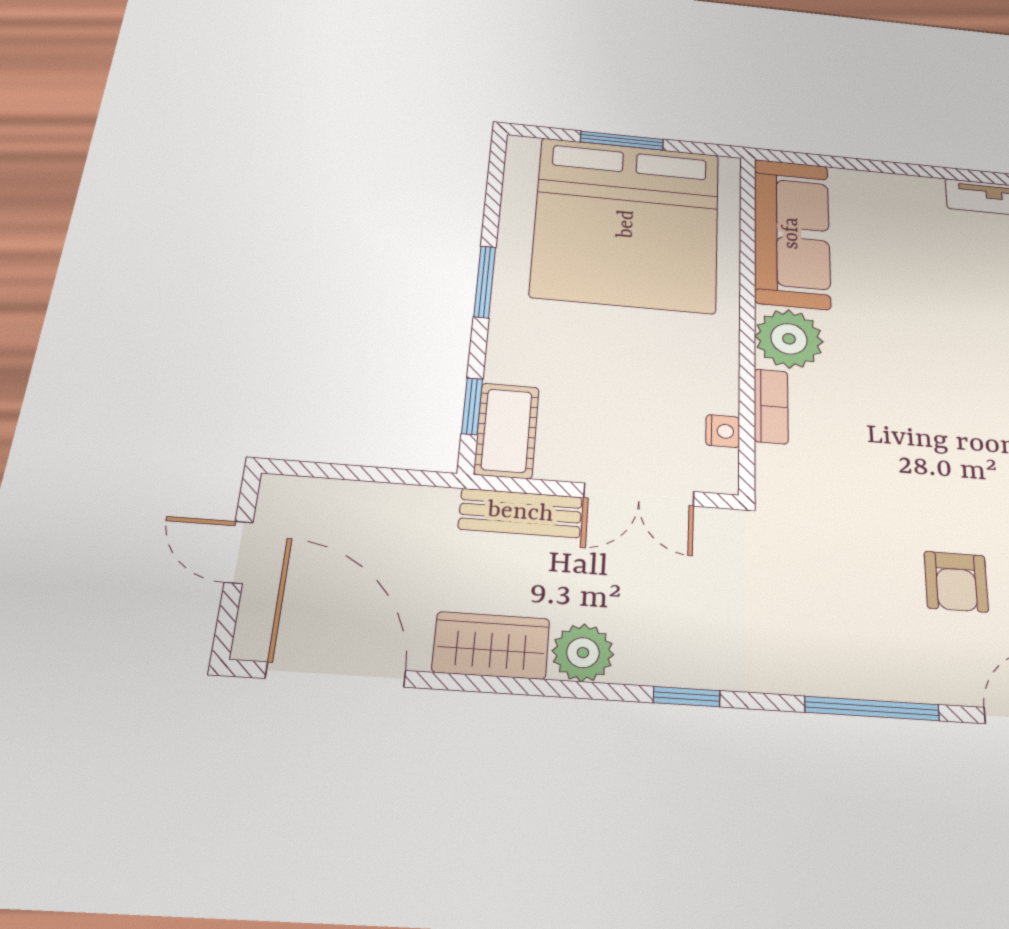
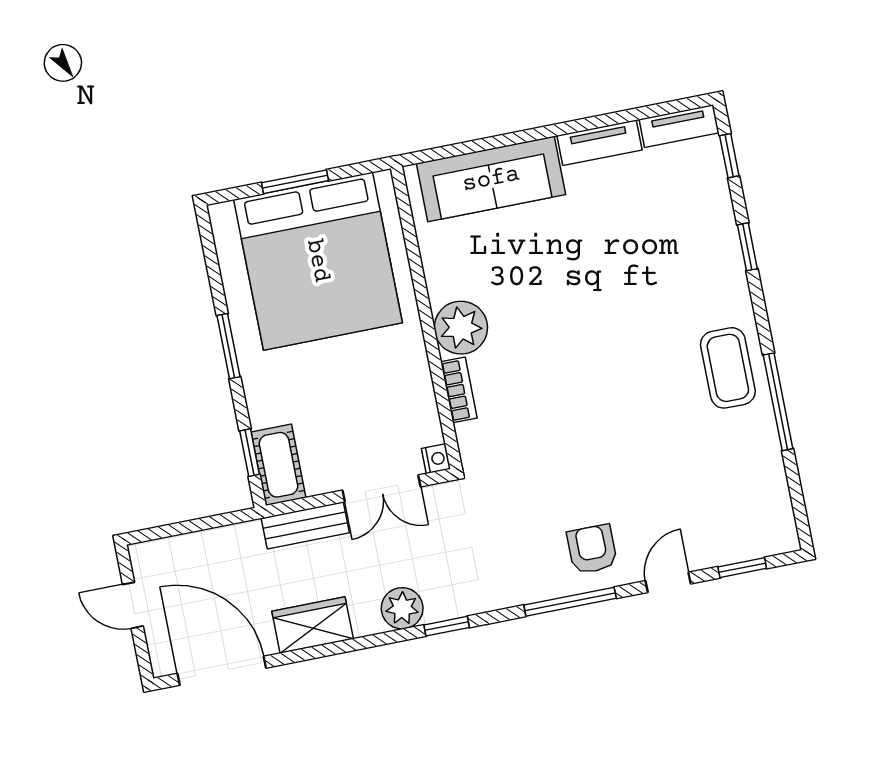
sofa: (792, 233) -> (491, 179), moved, turned 90
nightstand: (723, 431) -> (436, 459), moved
armchair: (956, 582) -> (592, 549), moved, turned 180
plant: (583, 653) -> (402, 608), moved

